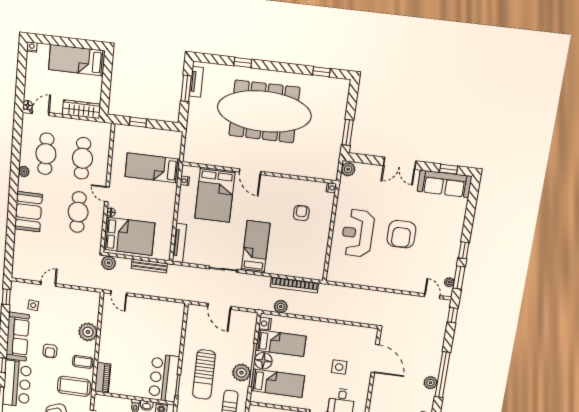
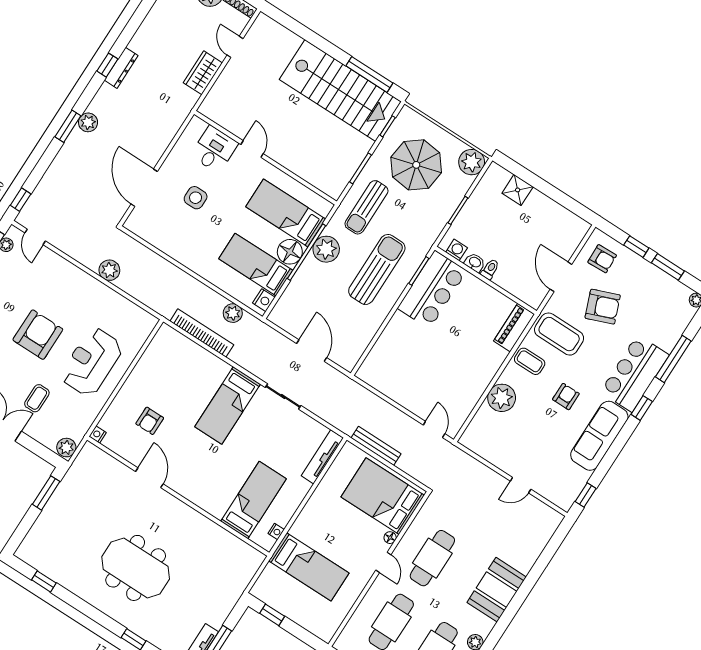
meeting table: (264, 111) -> (136, 568), width x0.54, depth x0.79
window: (138, 122) -> (272, 615), moved
door: (250, 172) -> (149, 478), moved
coffee table: (383, 192) -> (37, 398), added
bed: (215, 195) -> (254, 500), width x0.67
reception desk: (358, 233) -> (92, 362), turned 180
plant: (109, 263) -> (109, 270), moved
side table: (33, 305) -> (556, 467), removed
window: (443, 375) -> (68, 126), width x0.47

